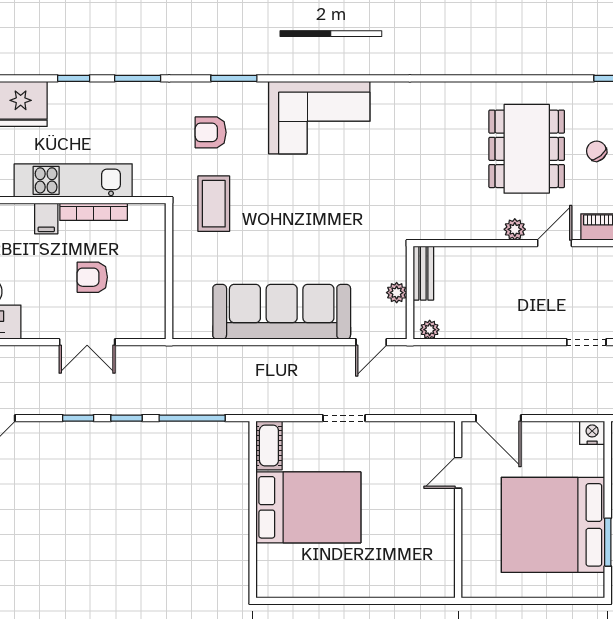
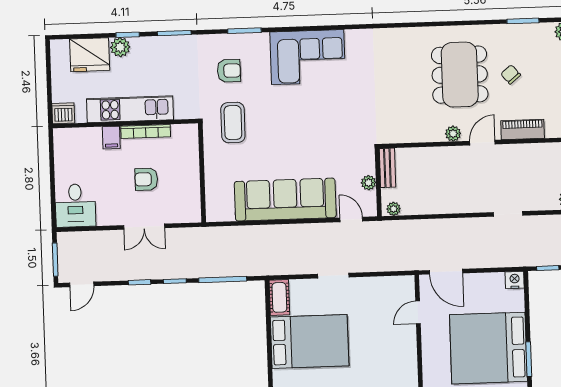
plant: (63, 95) -> (120, 47), added
armchair: (211, 132) -> (229, 71), turned 180
door: (371, 342) -> (351, 219), swing flipped

